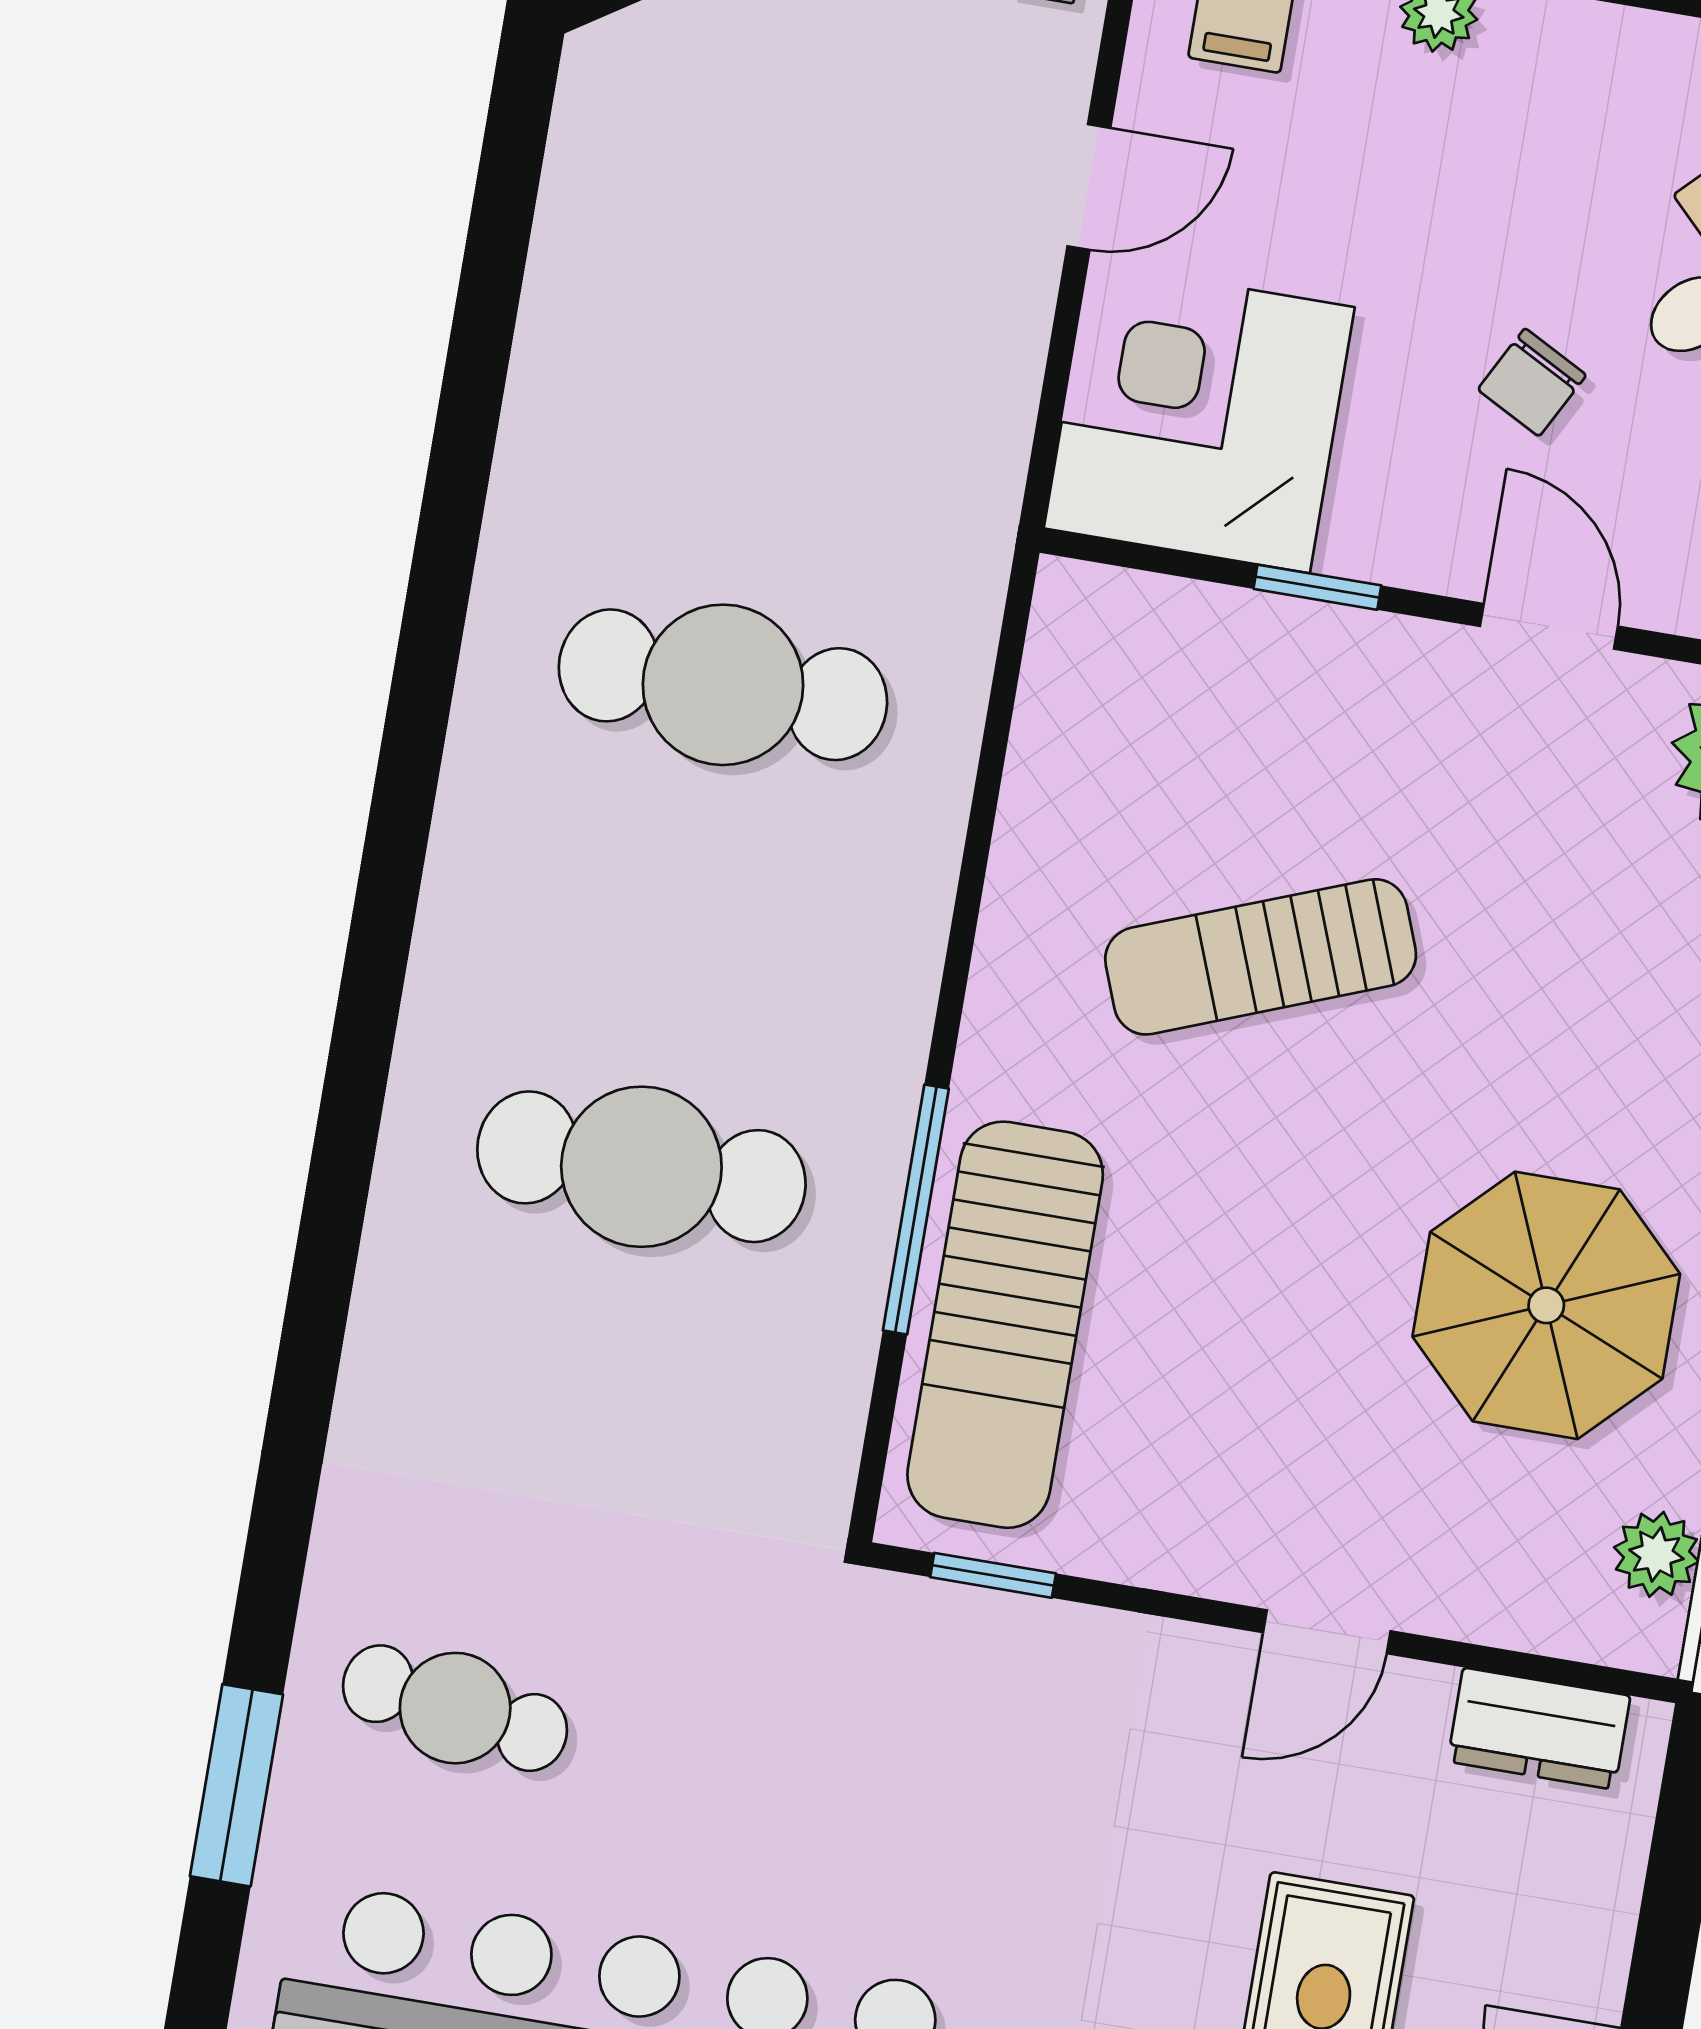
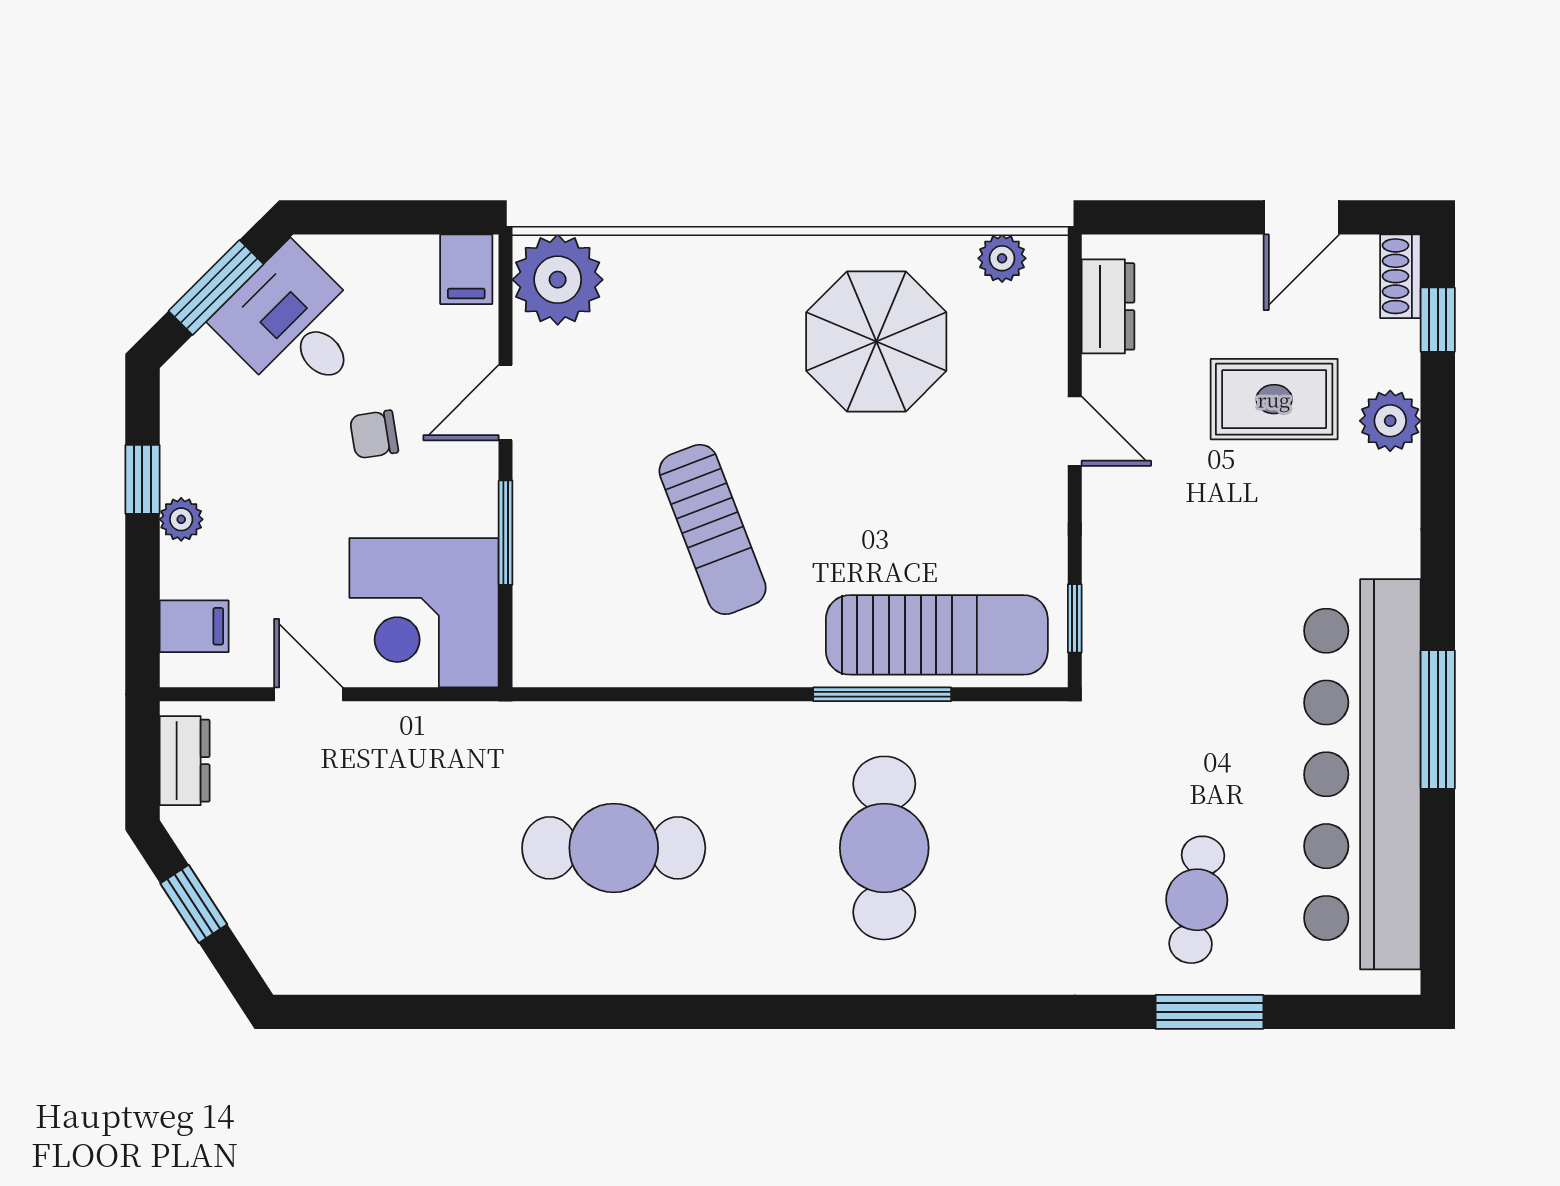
chair: (1532, 382) -> (374, 434), turned 143
window: (1317, 587) -> (506, 533), width x1.50
cafe table: (723, 685) -> (614, 848), turned 90
window: (236, 1785) -> (1209, 1012), moved

